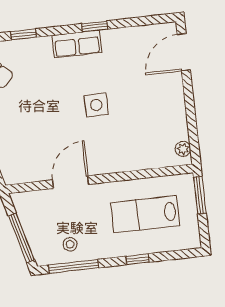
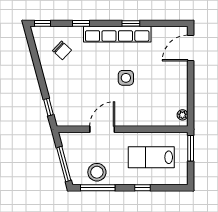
row of seats: (77, 44) -> (117, 34), width x2.02
stool: (70, 244) -> (97, 172), width x1.89, depth x1.89

